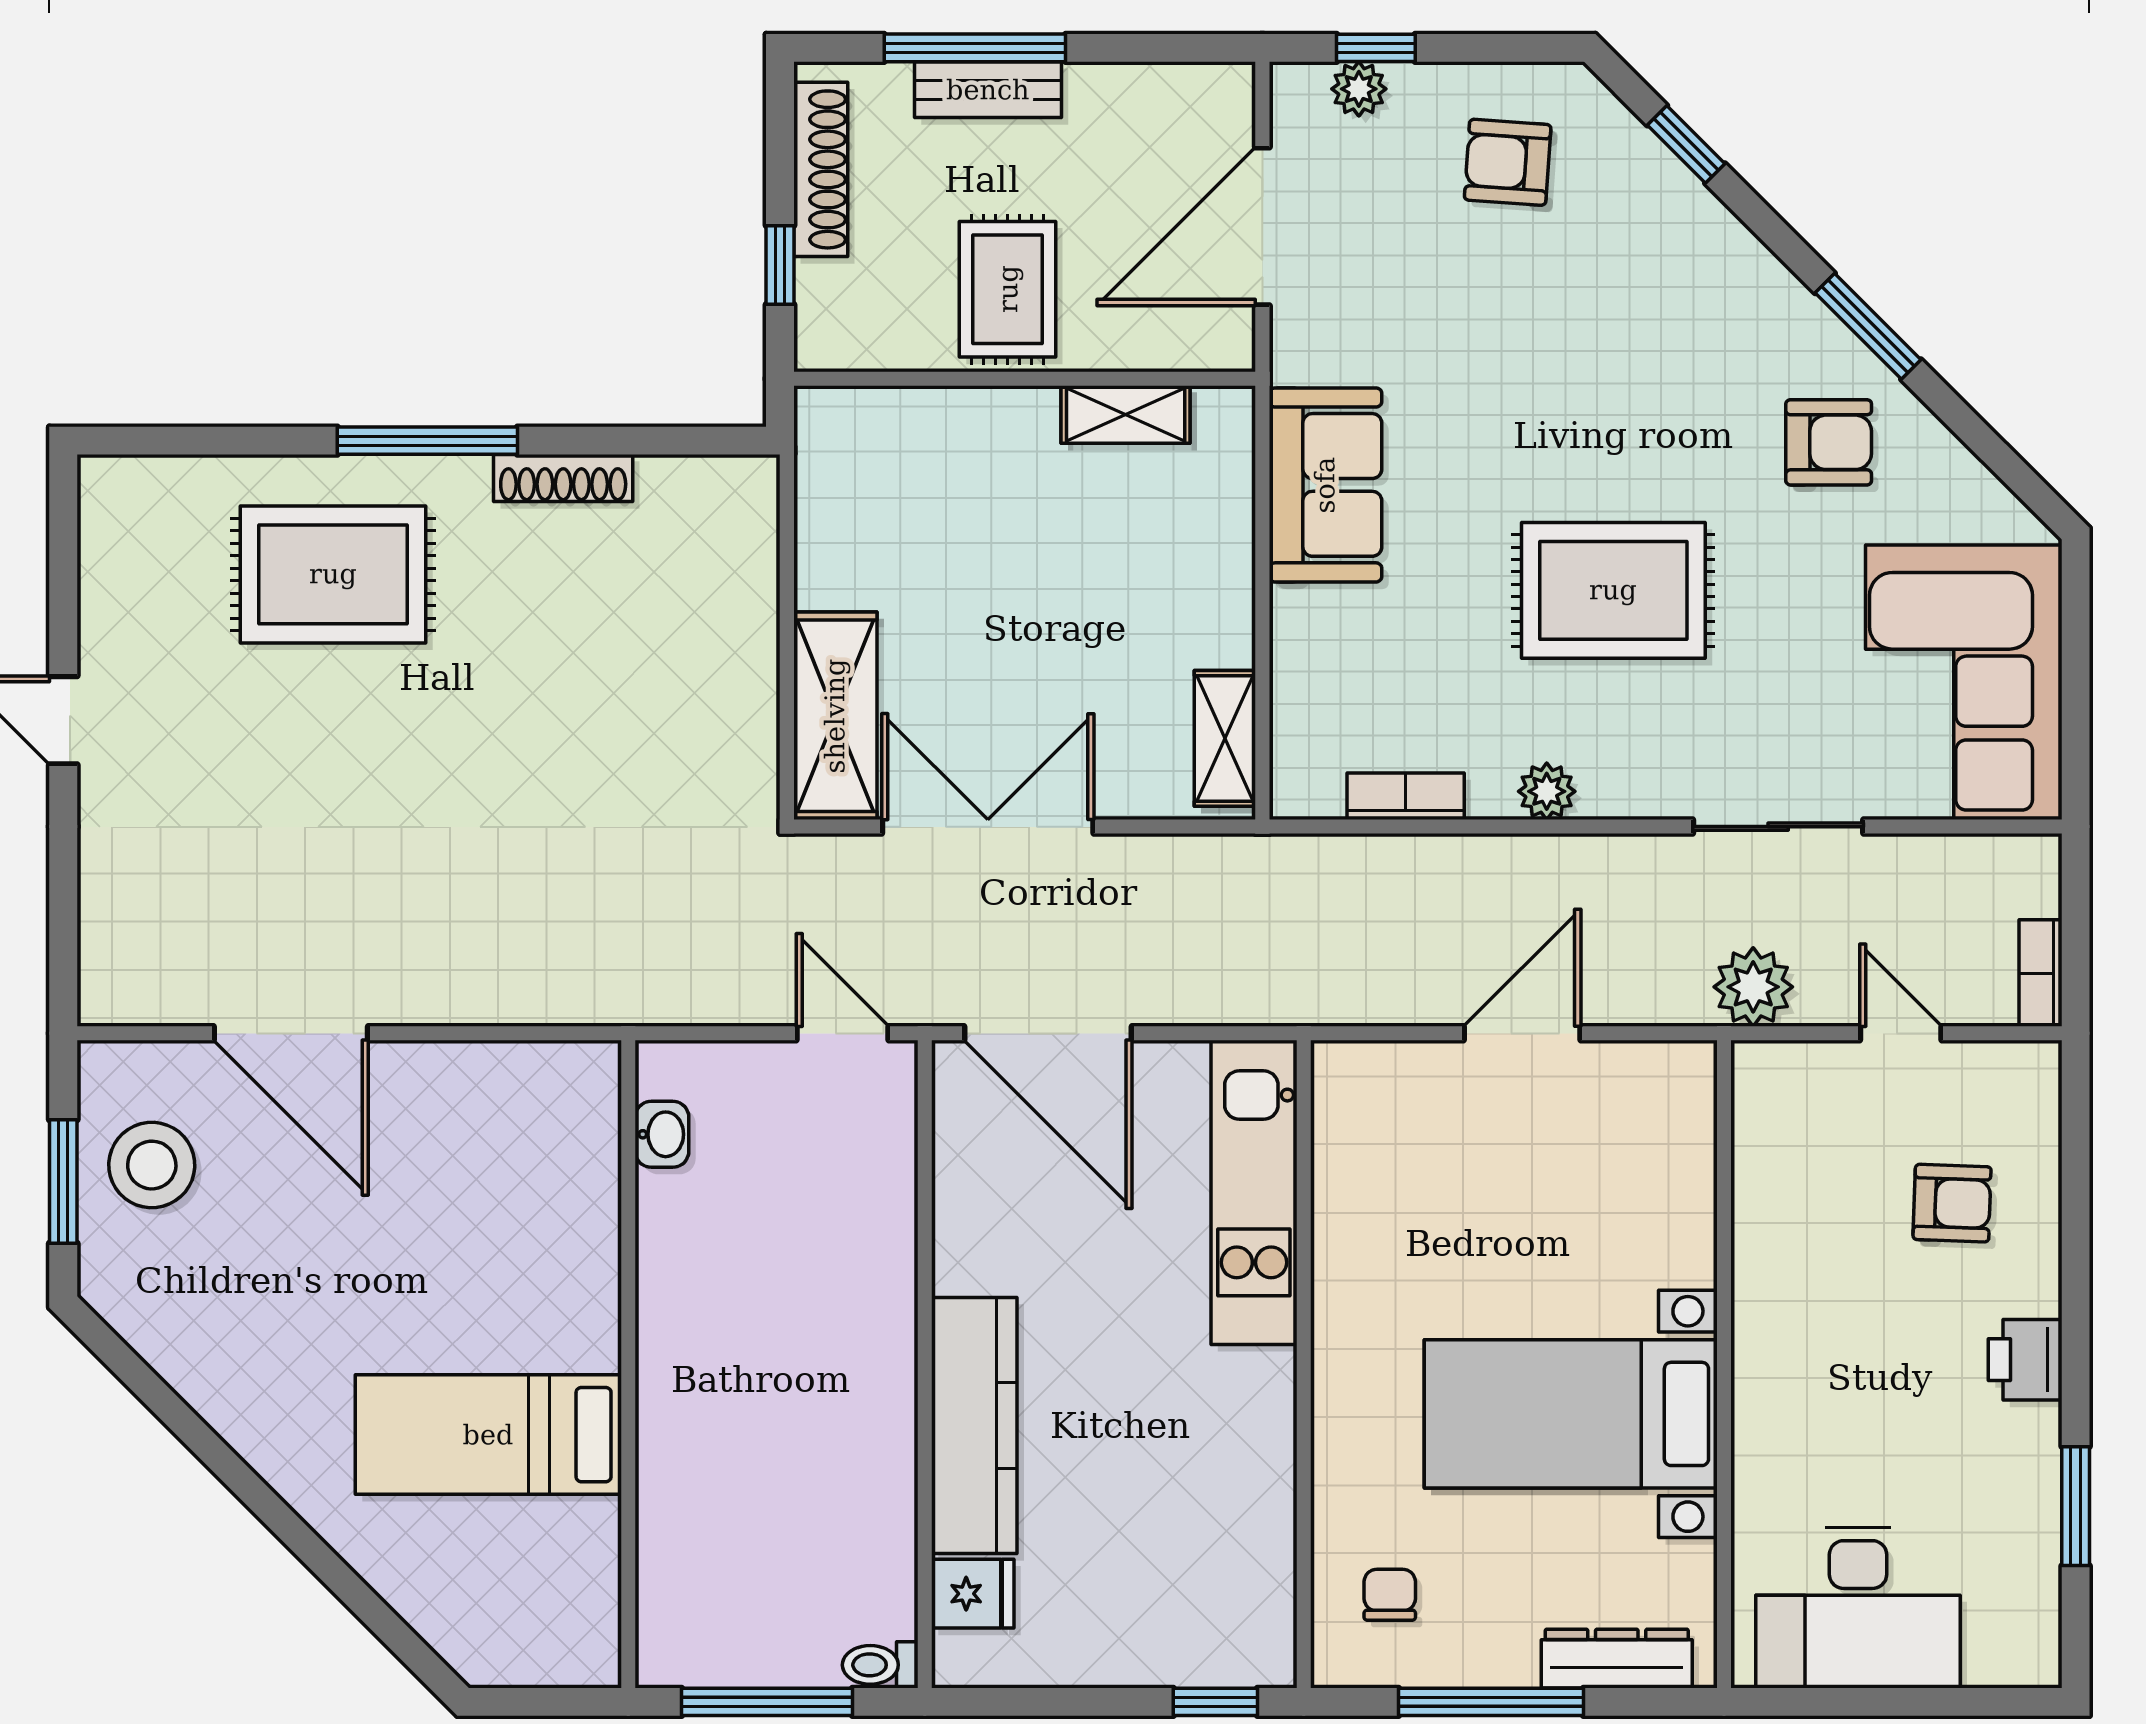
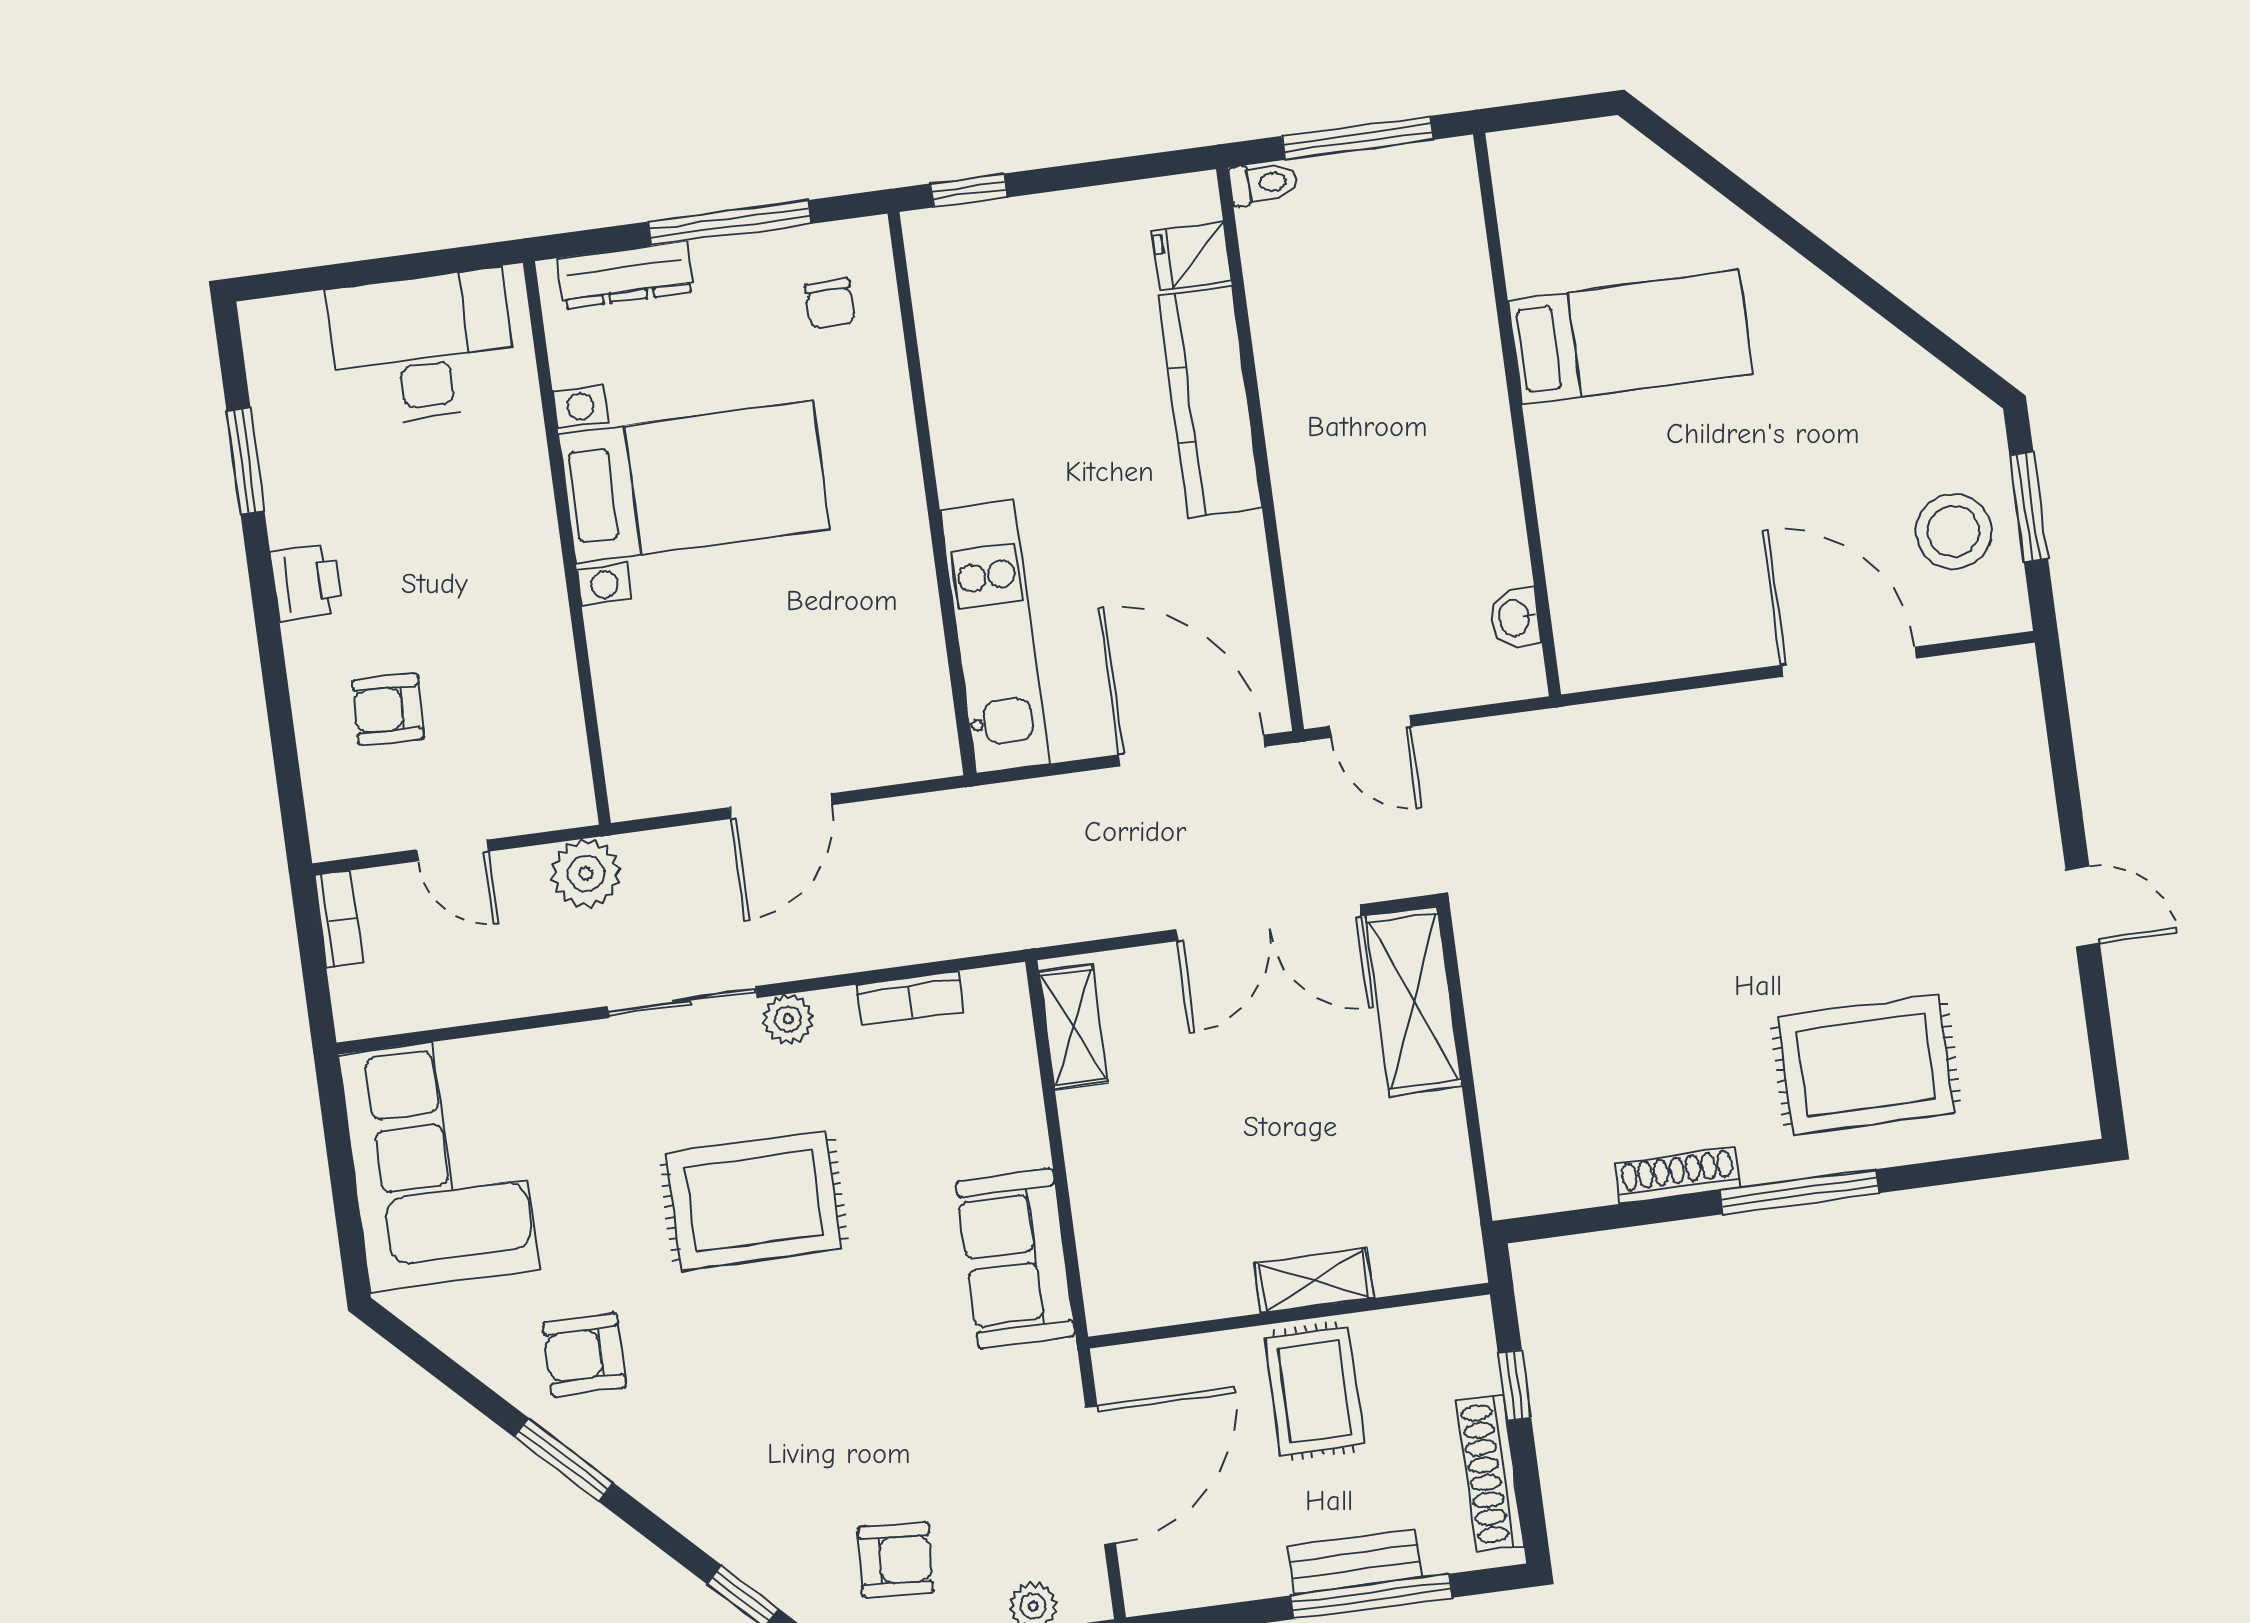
shelving: (1126, 415) -> (1314, 1281), moved
sliding door: (1778, 827) -> (682, 1002), moved

